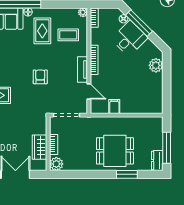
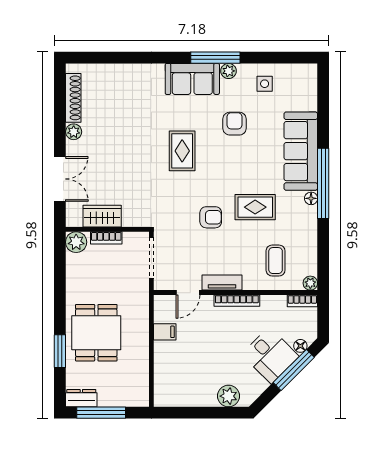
rug: (42, 31) -> (255, 207), moved

